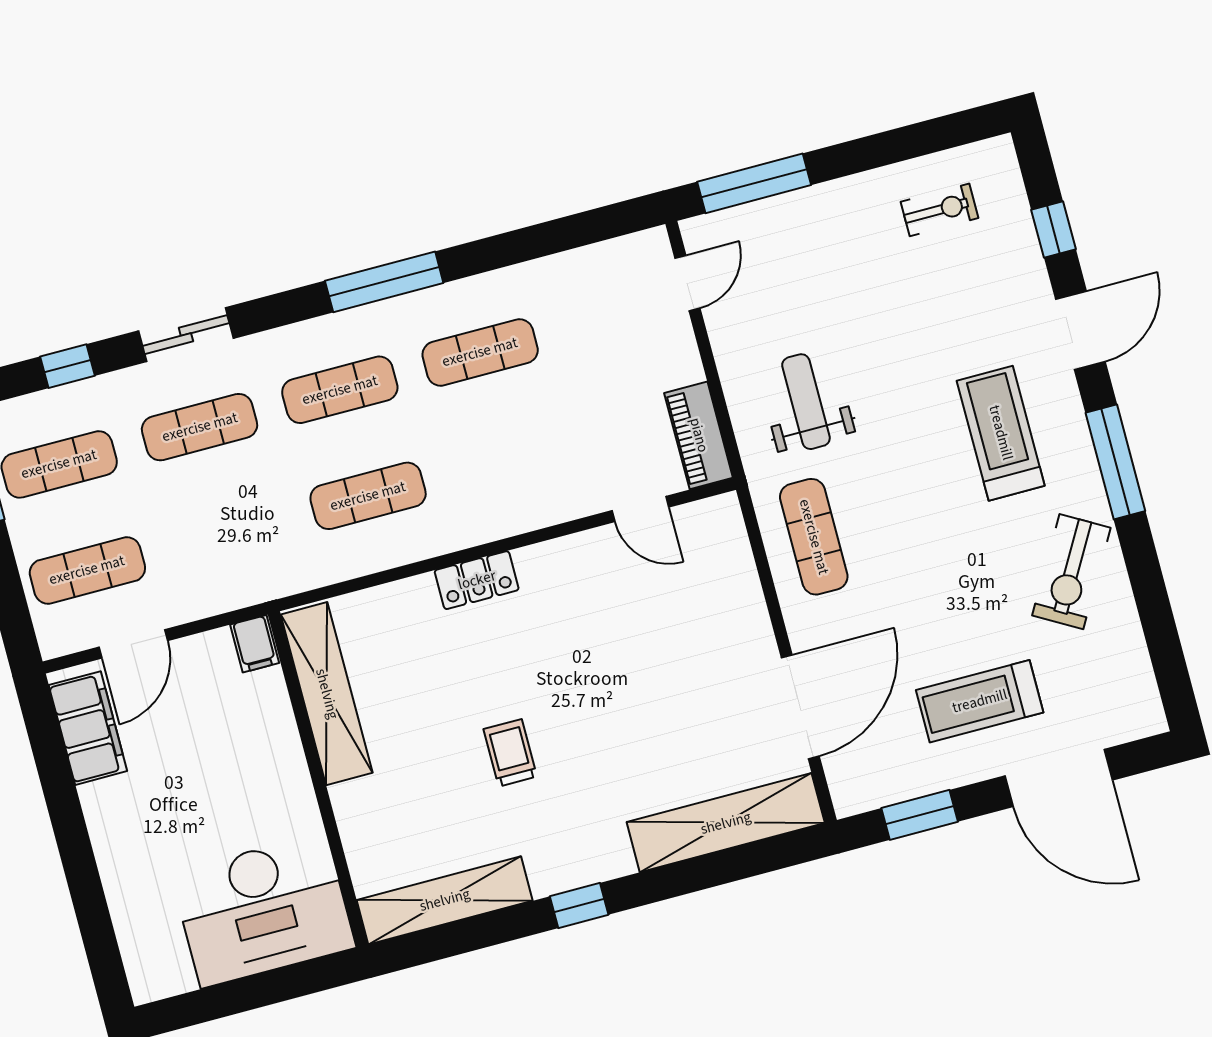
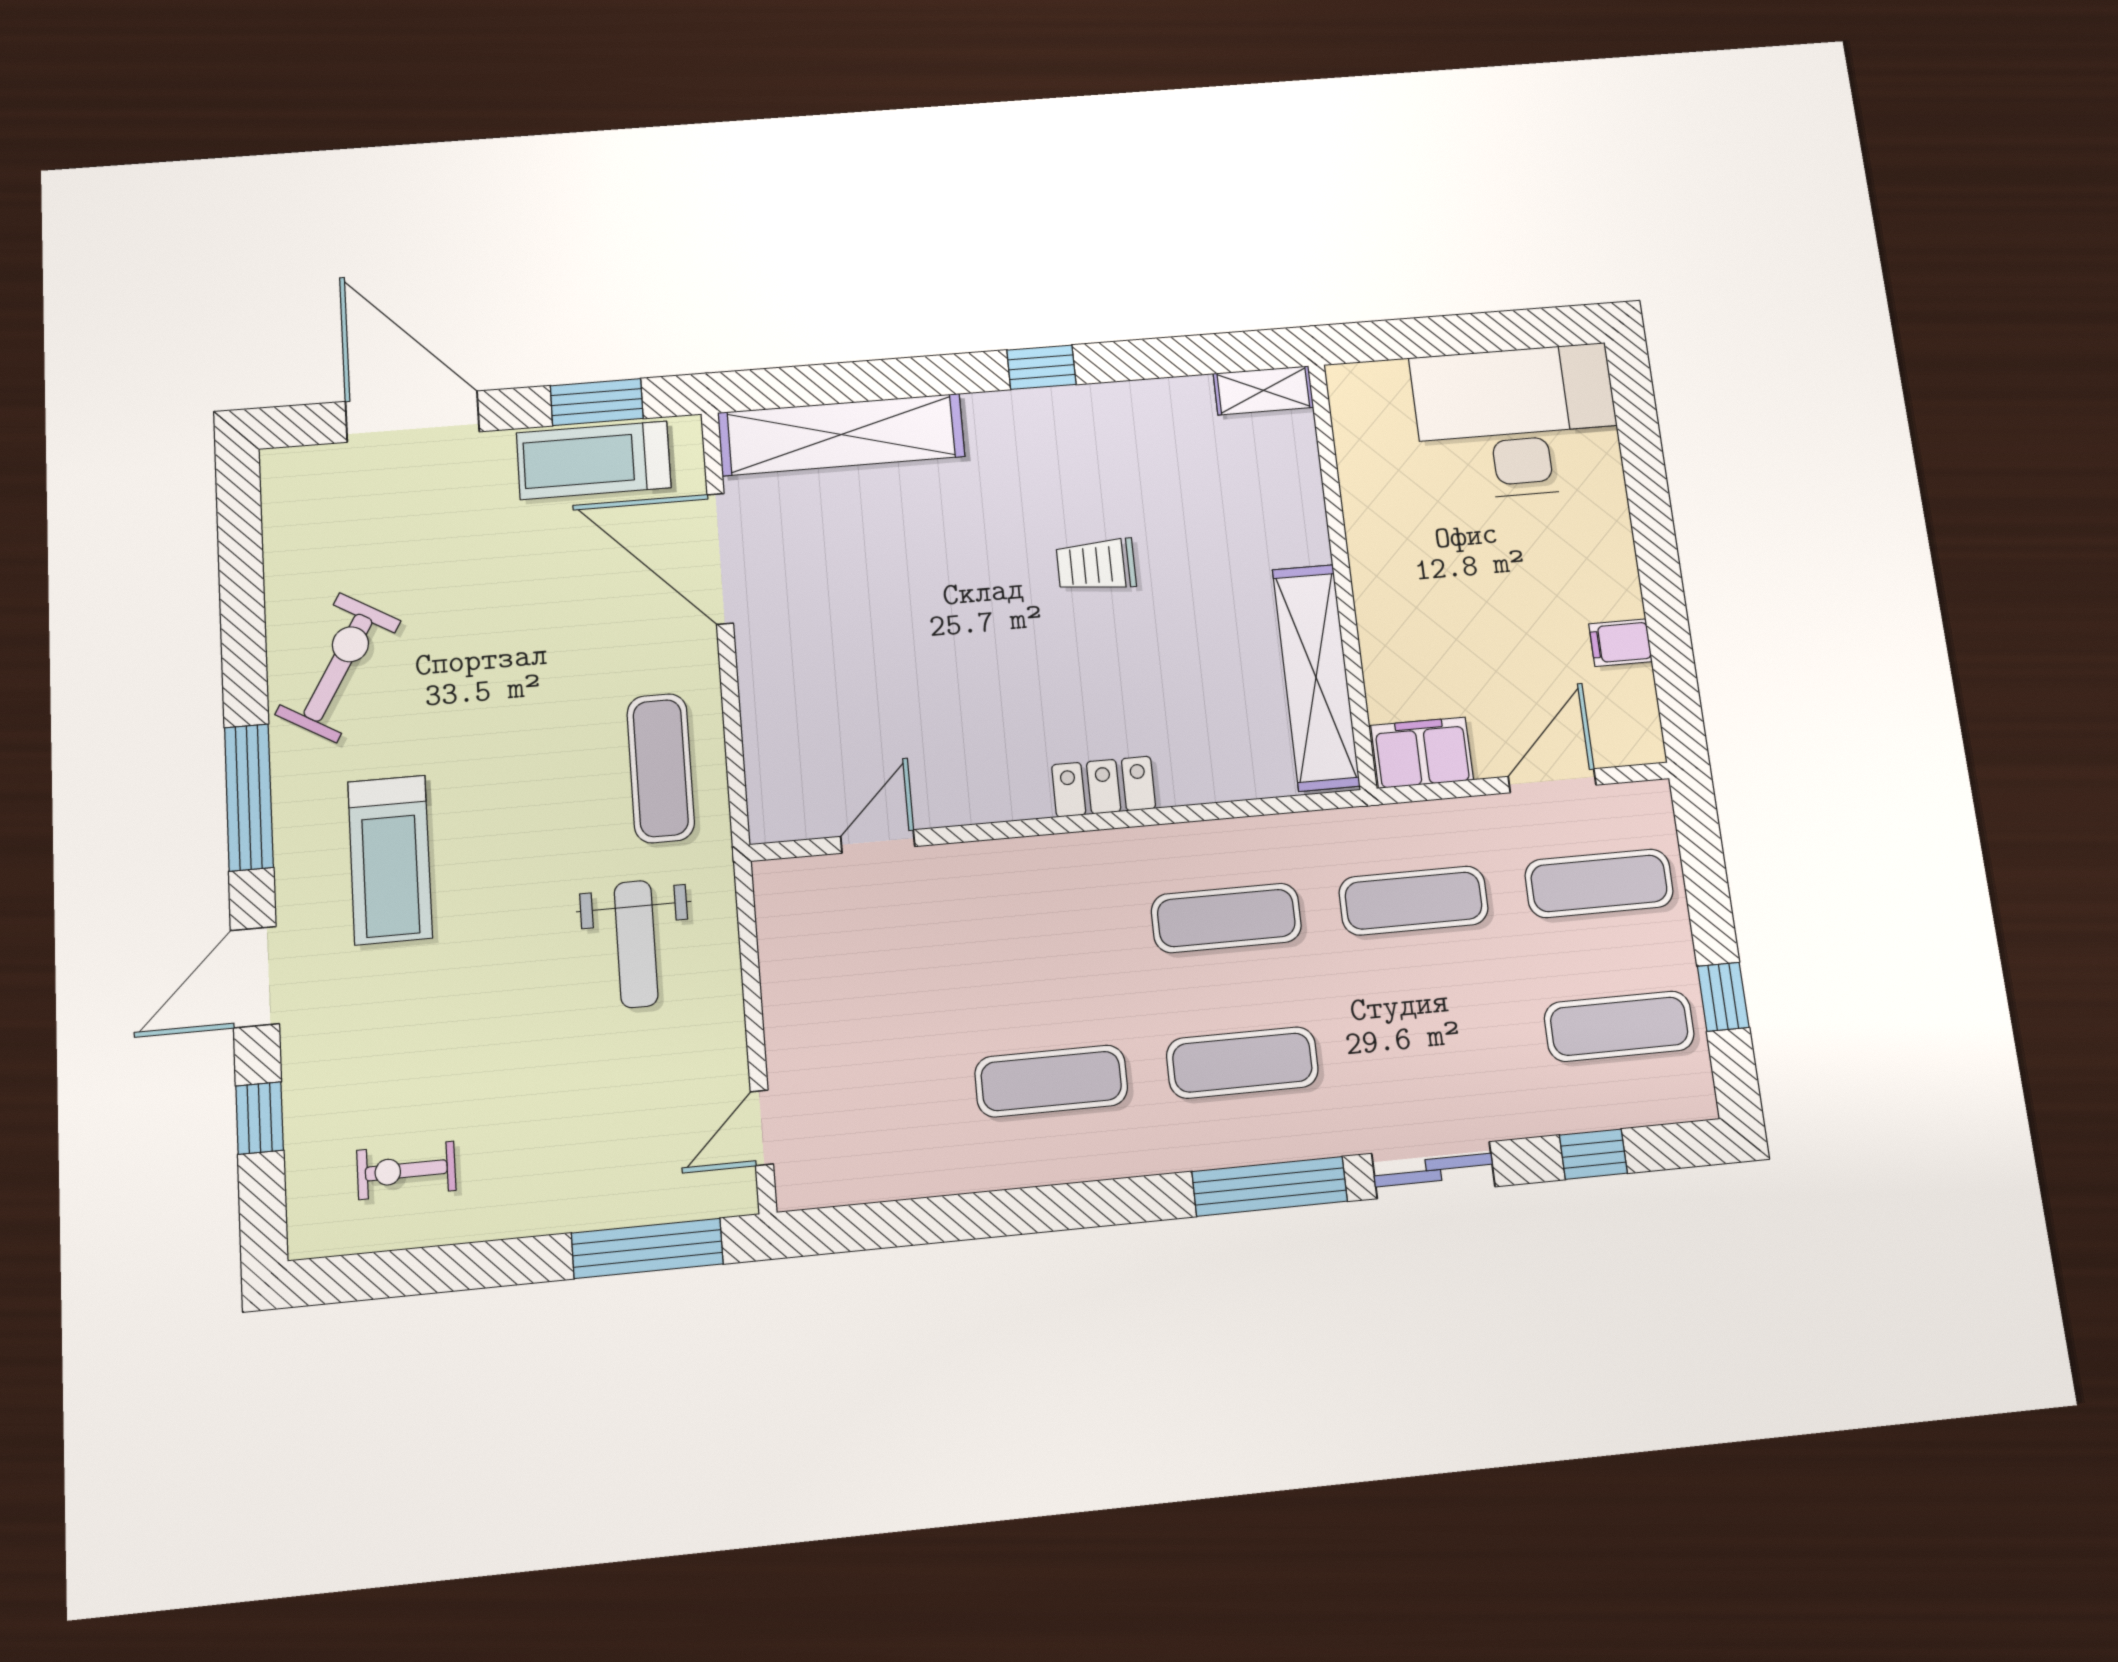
window: (384, 282) -> (1270, 1186), moved
exercise mat: (200, 427) -> (1414, 901), moved
piano: (699, 435) -> (785, 924), removed
door: (640, 509) -> (878, 841), hinge flipped
filing cabinet: (255, 644) -> (1422, 753), width x2.00
treadmill: (980, 701) -> (594, 460), moved, turned 180
door: (800, 707) -> (720, 559), hinge flipped
filing cabinet: (88, 728) -> (1620, 643), width x0.33, depth x0.86
trolley: (510, 753) -> (1096, 565), turned 90
shelving: (445, 900) -> (1263, 390), width x0.45, depth x0.75
desk: (263, 910) -> (1517, 422), moved

